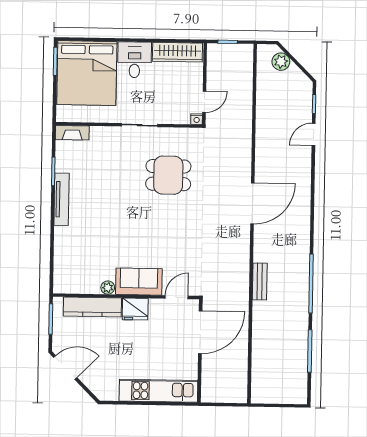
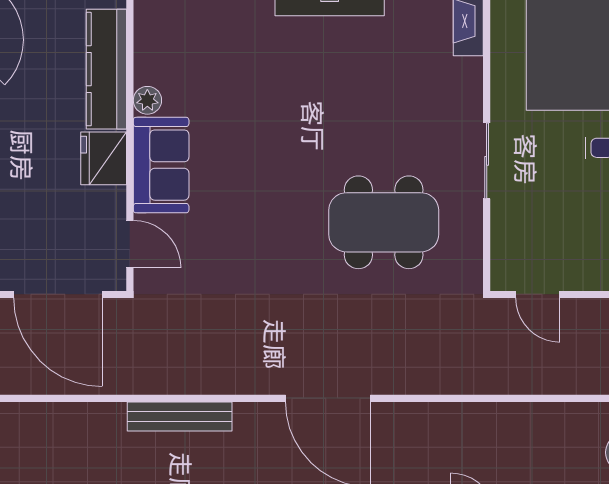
nightstand: (197, 119) -> (501, 279), removed
dining table: (168, 175) -> (384, 222), width x1.38
bench: (260, 281) -> (180, 416), width x1.36

